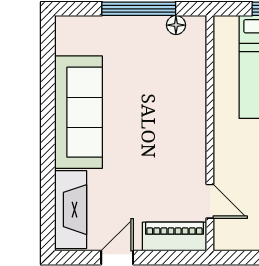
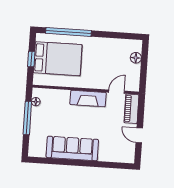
fireplace: (71, 210) -> (88, 99), moved, turned 180

